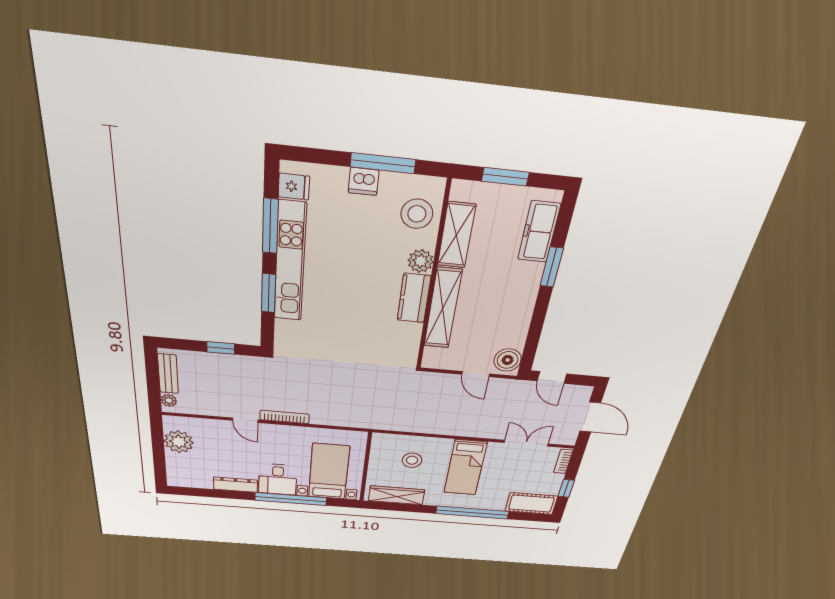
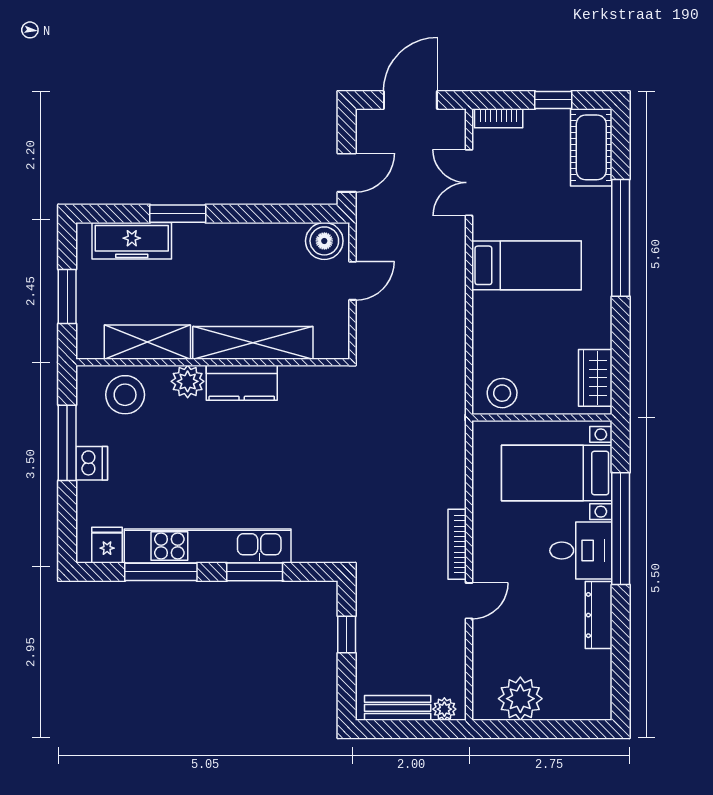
stool: (412, 460) -> (502, 393), moved
wardrobe: (396, 495) -> (595, 378), width x0.67

